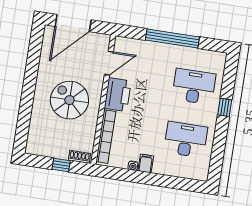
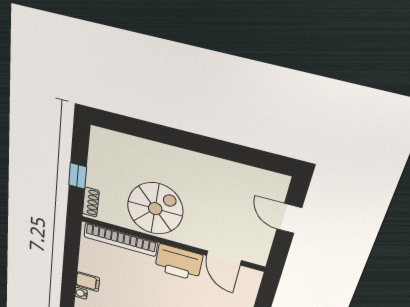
door: (73, 23) -> (289, 219), width x0.53
spiral stairs: (69, 100) -> (155, 209), moved
water cooler: (133, 166) -> (81, 293), moved

